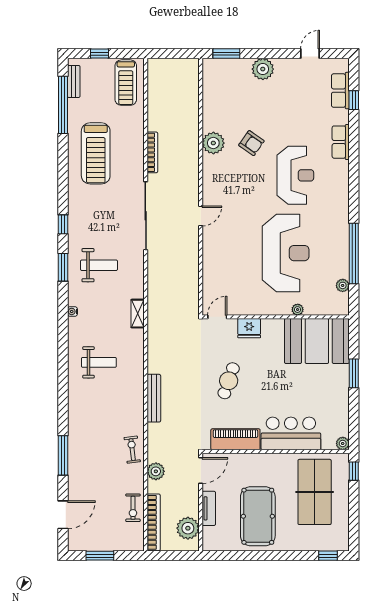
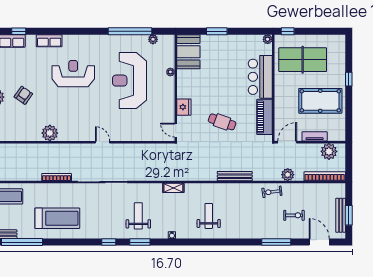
armchair: (251, 143) -> (23, 95), moved
reception desk: (286, 253) -> (130, 81), turned -90
booth: (317, 341) -> (188, 52), width x0.73, depth x0.70
door: (201, 471) -> (287, 142), hinge flipped
exercise bike: (133, 508) -> (294, 215), moved
bench: (100, 544) -> (341, 215), added
window: (328, 556) -> (349, 79), moved

